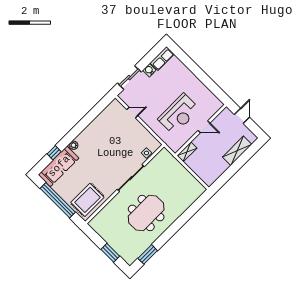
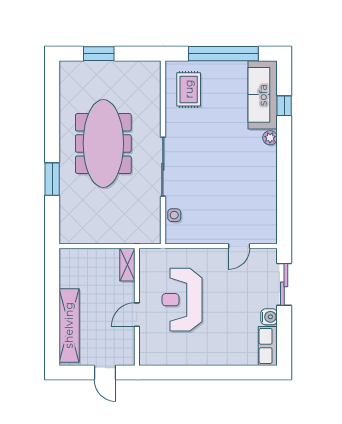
shelving: (237, 151) -> (69, 325), width x1.47
rug: (87, 200) -> (189, 89), width x0.73, depth x0.70
meeting table: (146, 213) -> (103, 143), width x1.36
window: (148, 254) -> (52, 179), moved

